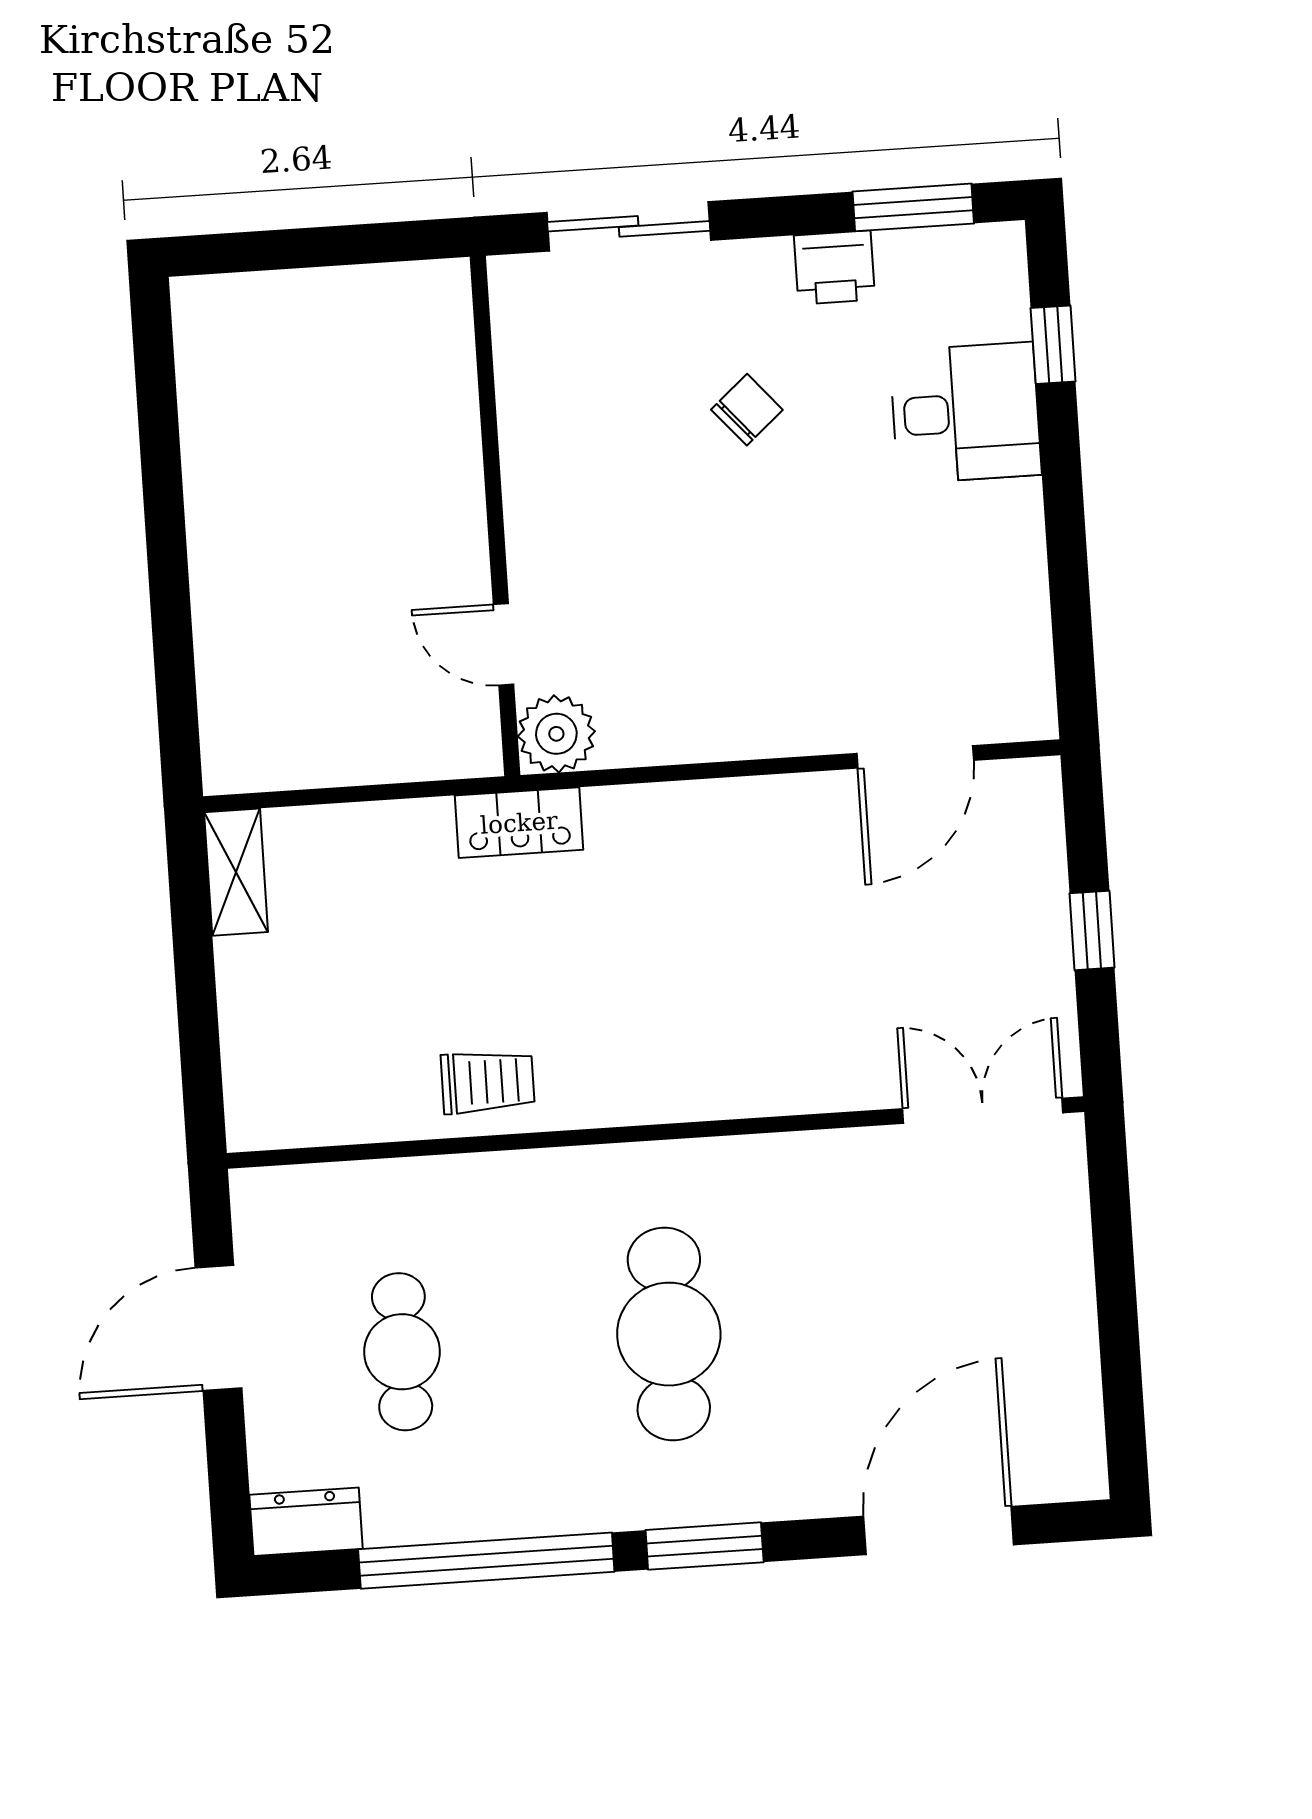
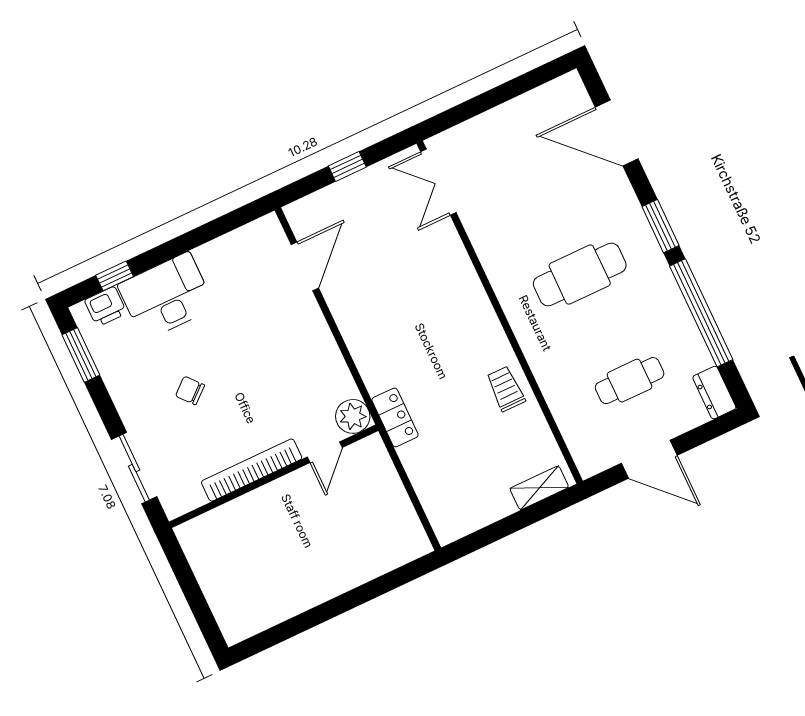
printer: (834, 268) -> (106, 307), moved, turned 90
desk: (965, 413) -> (166, 296), width x1.37
bookcase: (527, 474) -> (252, 470), added
door: (915, 757) -> (305, 266), hinge flipped
shelving: (236, 872) -> (539, 488), moved

